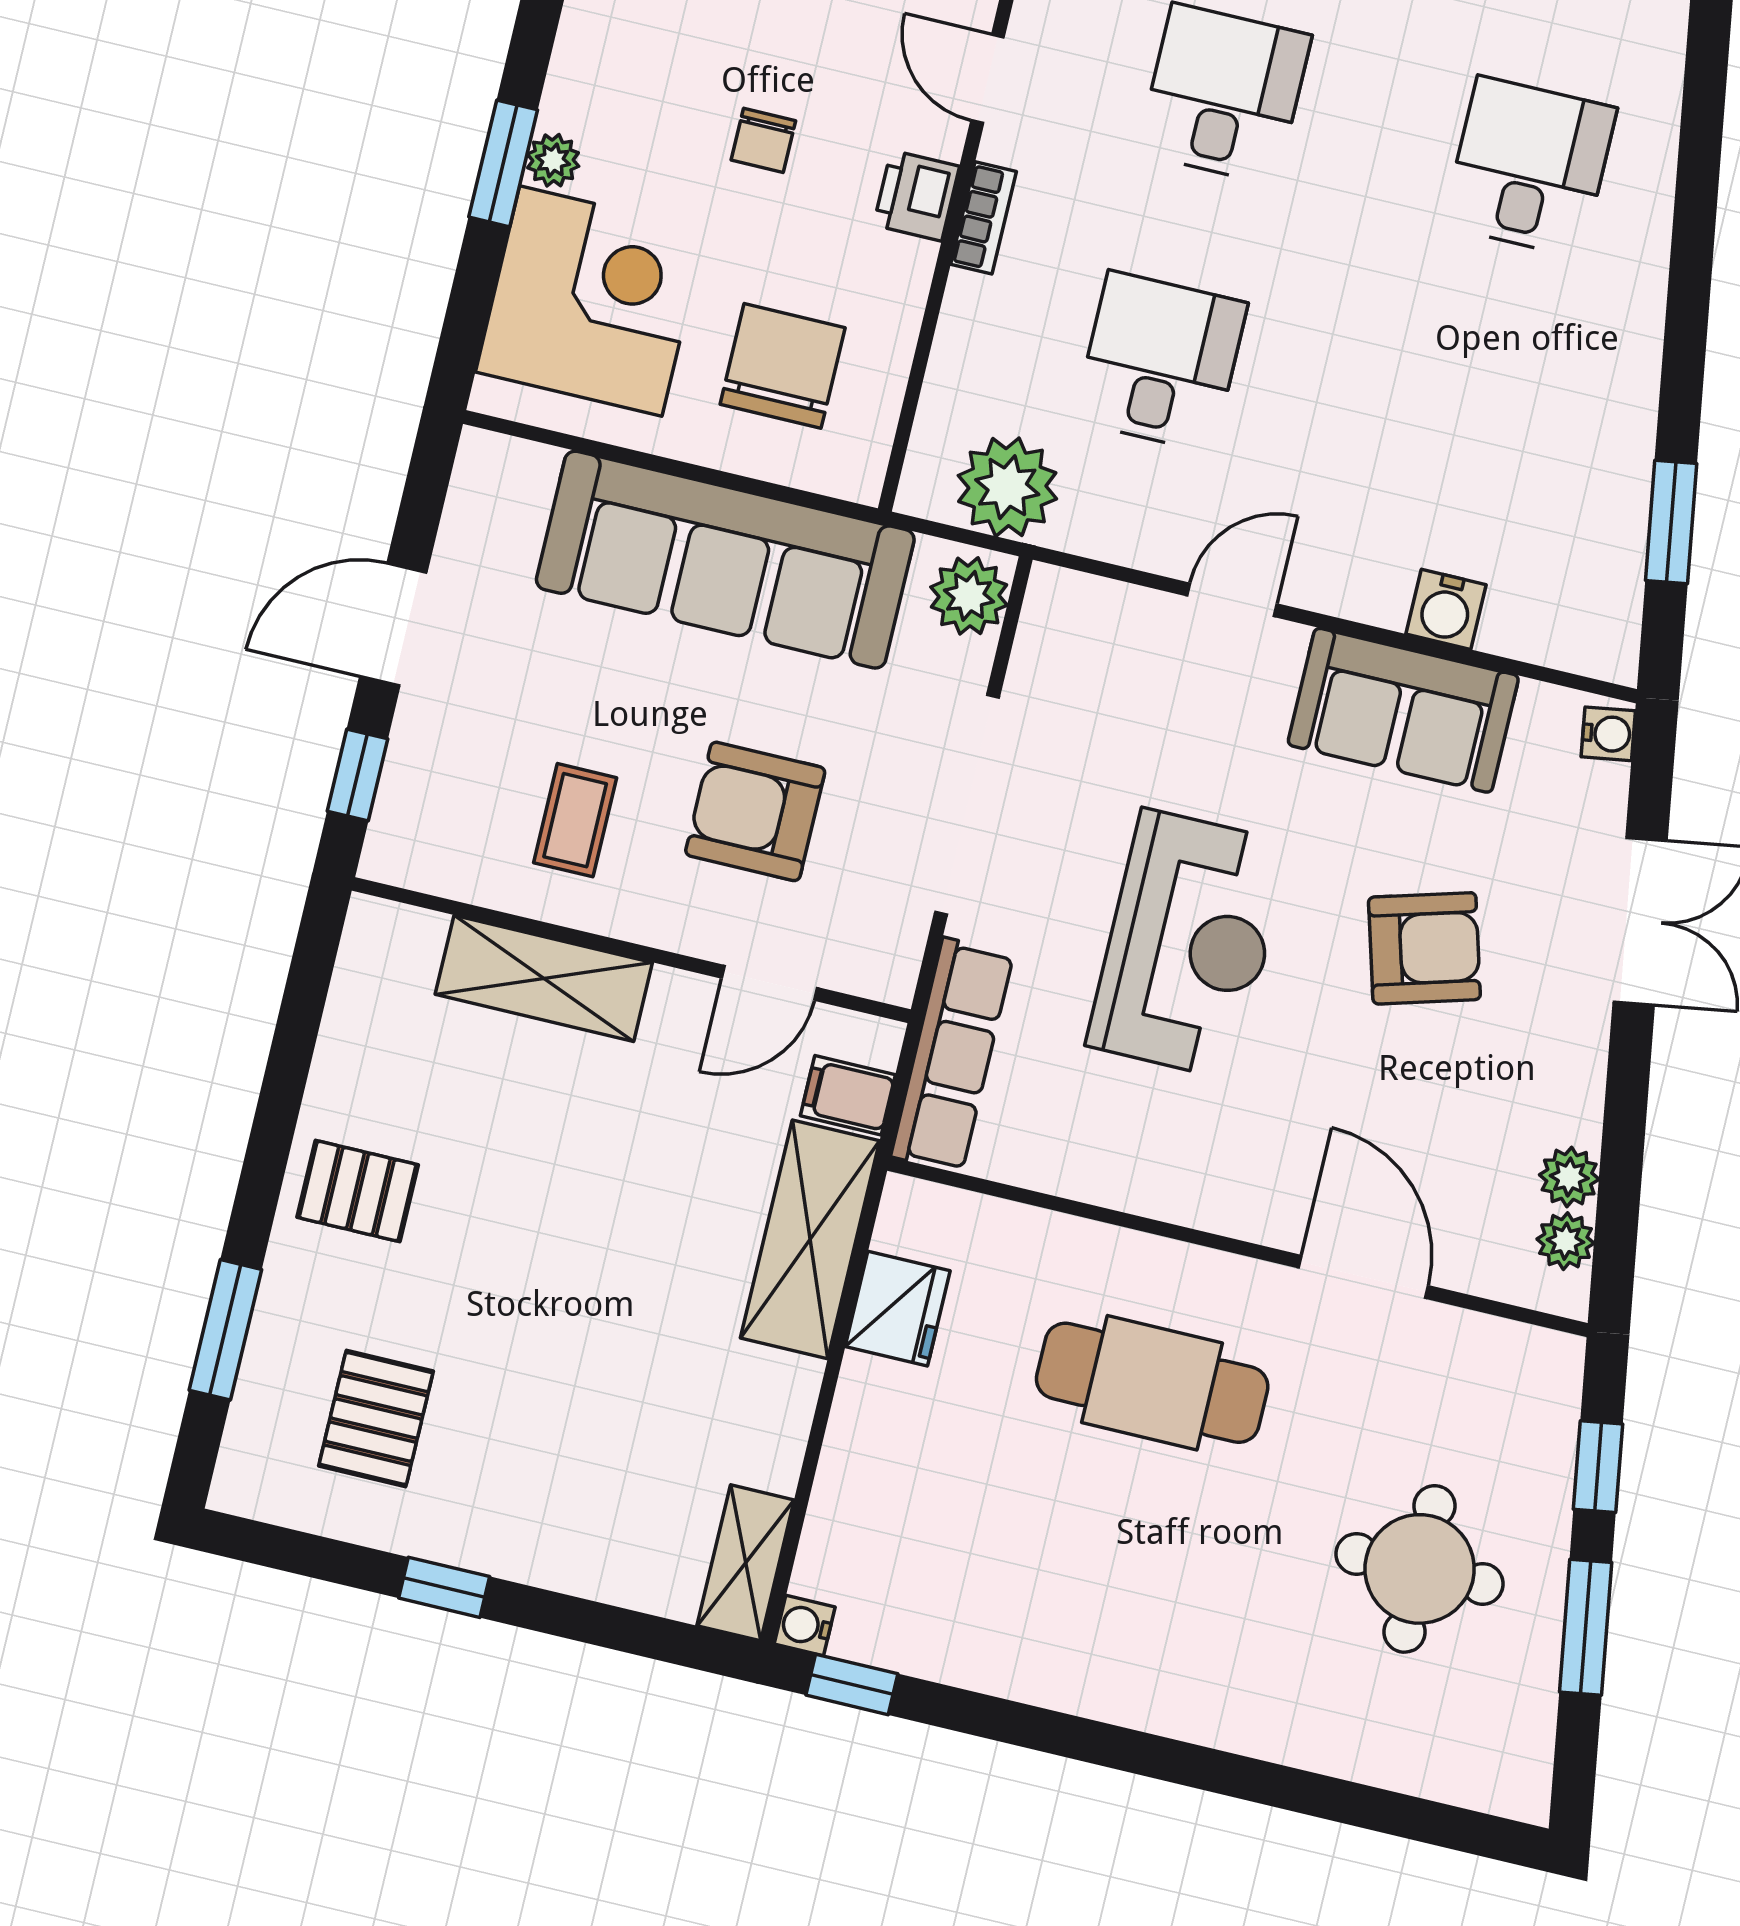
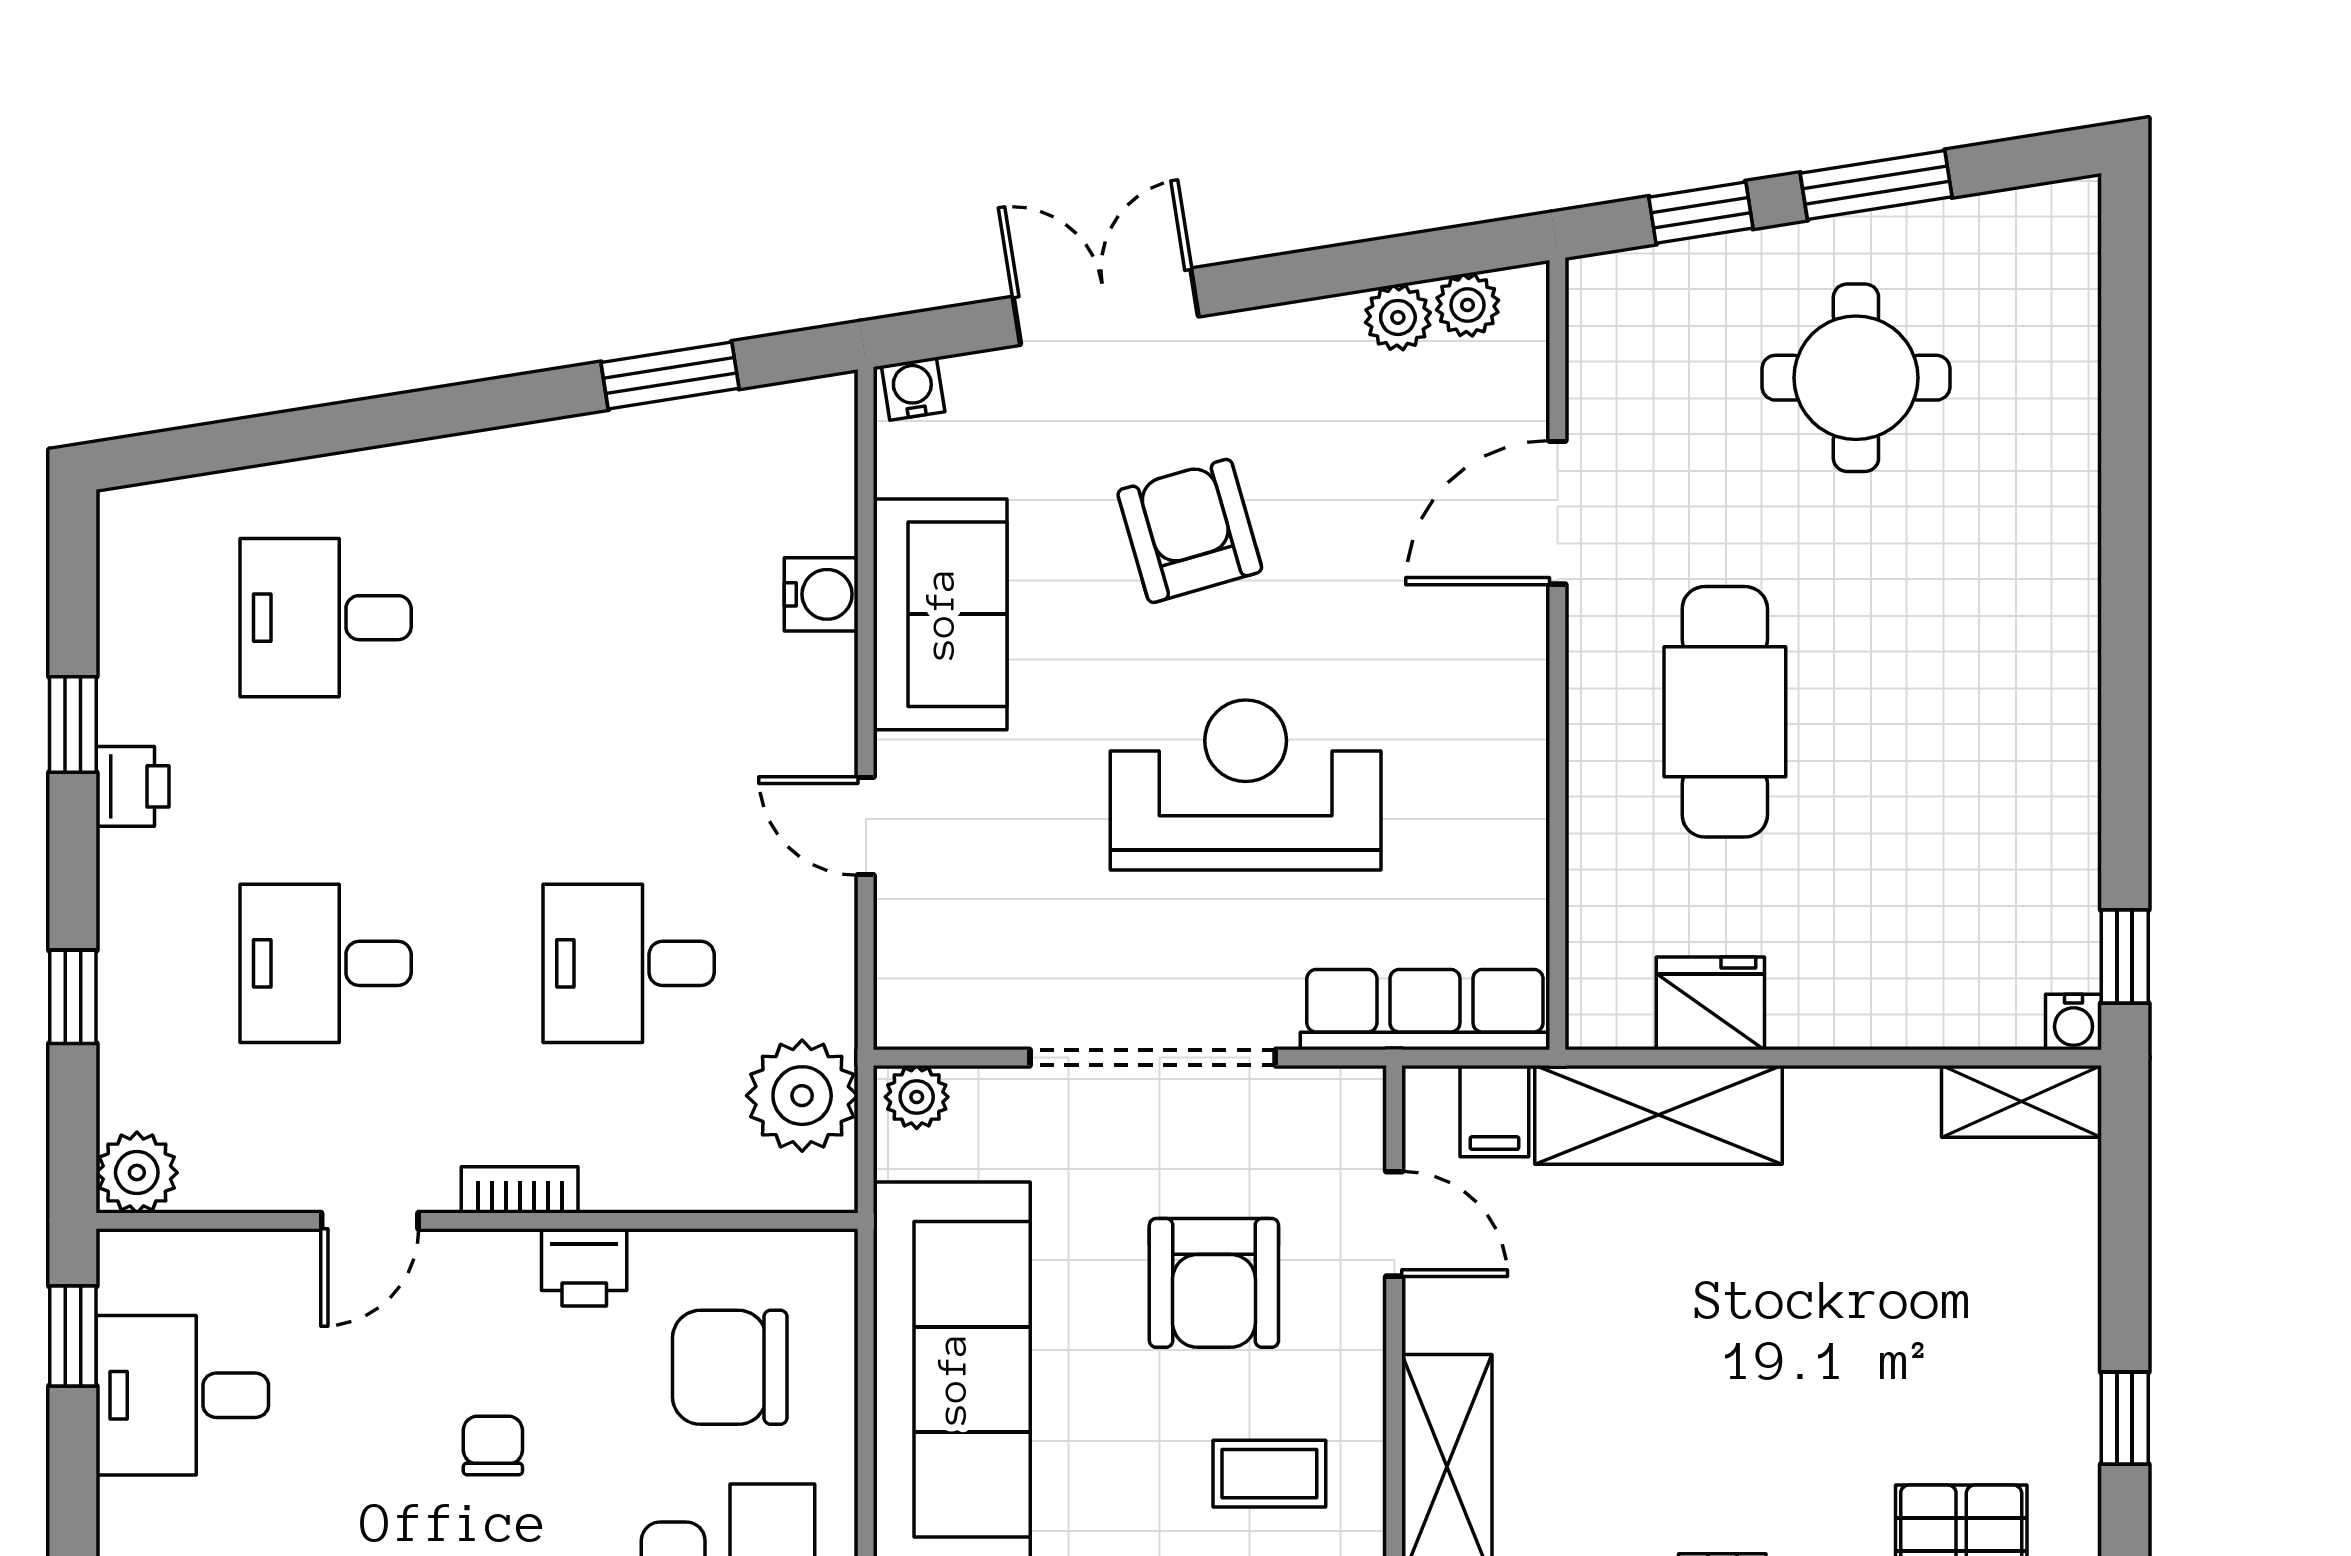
chair: (763, 140) -> (493, 1445), turned -90
printer: (916, 196) -> (584, 1267), moved
plant: (969, 596) -> (917, 1097), width x0.73, depth x0.73

